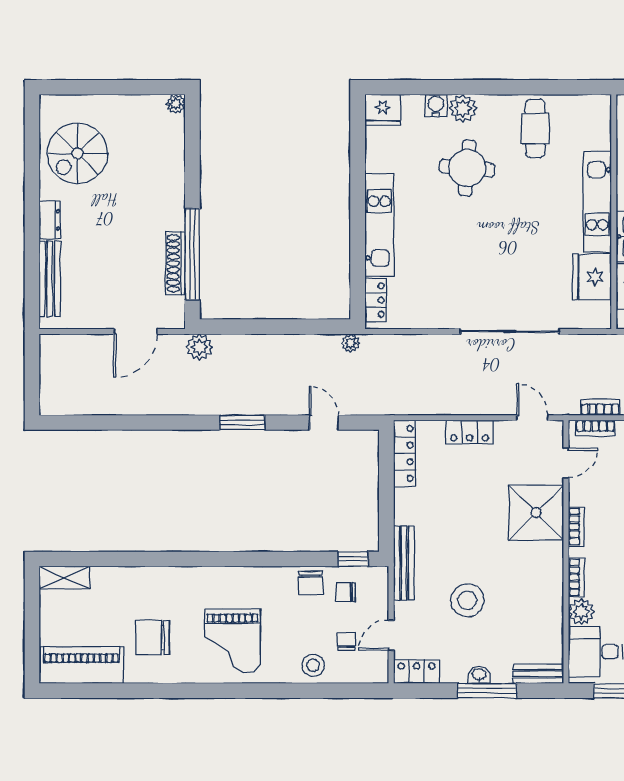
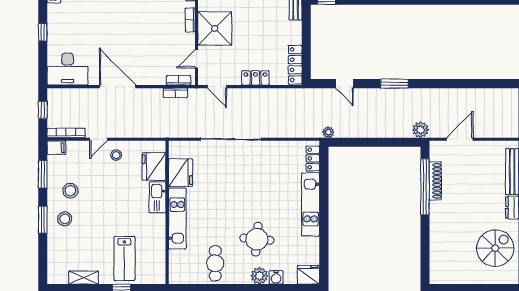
plant: (176, 104) -> (435, 278), removed

